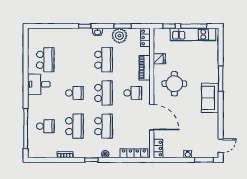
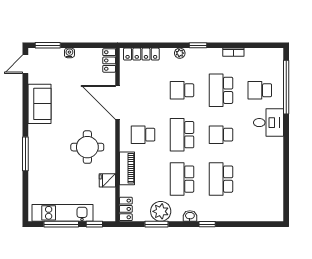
school desk: (45, 60) -> (221, 179), moved
desk: (39, 84) -> (268, 123), moved
sofa: (210, 98) -> (39, 104), moved
school desk: (103, 126) -> (182, 90), width x0.54

